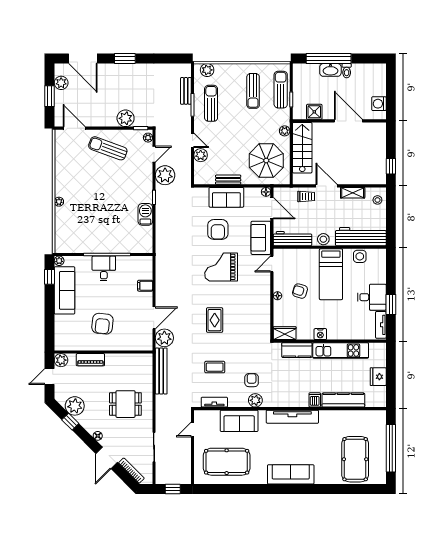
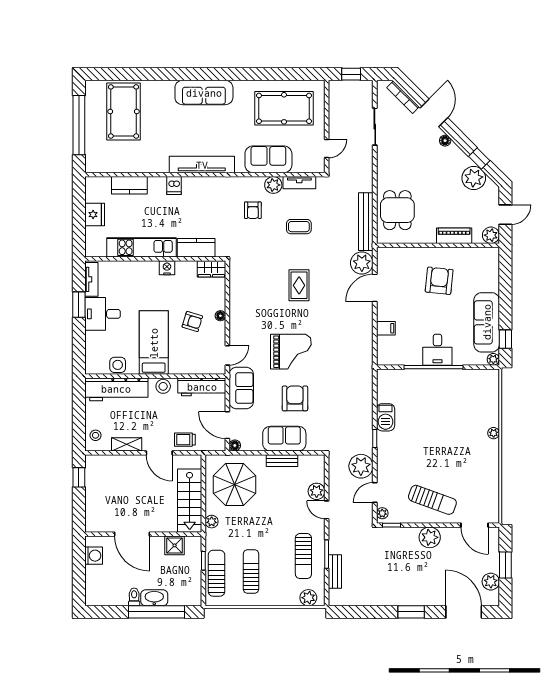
sun lounger: (281, 90) -> (216, 573), turned 180
plant: (126, 118) -> (430, 537), moved
plant: (255, 400) -> (273, 185), moved
kitchen counter: (343, 400) -> (129, 185), width x0.67
dining table: (125, 404) -> (397, 210), moved, turned 90

